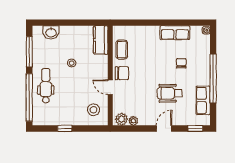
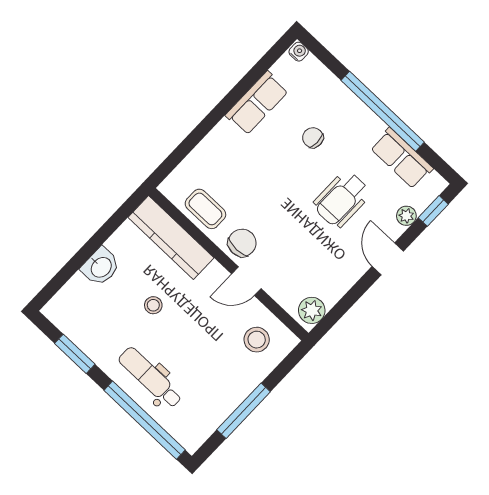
washbasin: (51, 32) -> (101, 267), moved
kitchen counter: (101, 40) -> (171, 238), width x1.50
window: (29, 52) -> (75, 354), width x0.69
plant: (133, 121) -> (406, 216), moved
window: (65, 128) -> (244, 411), width x2.17

